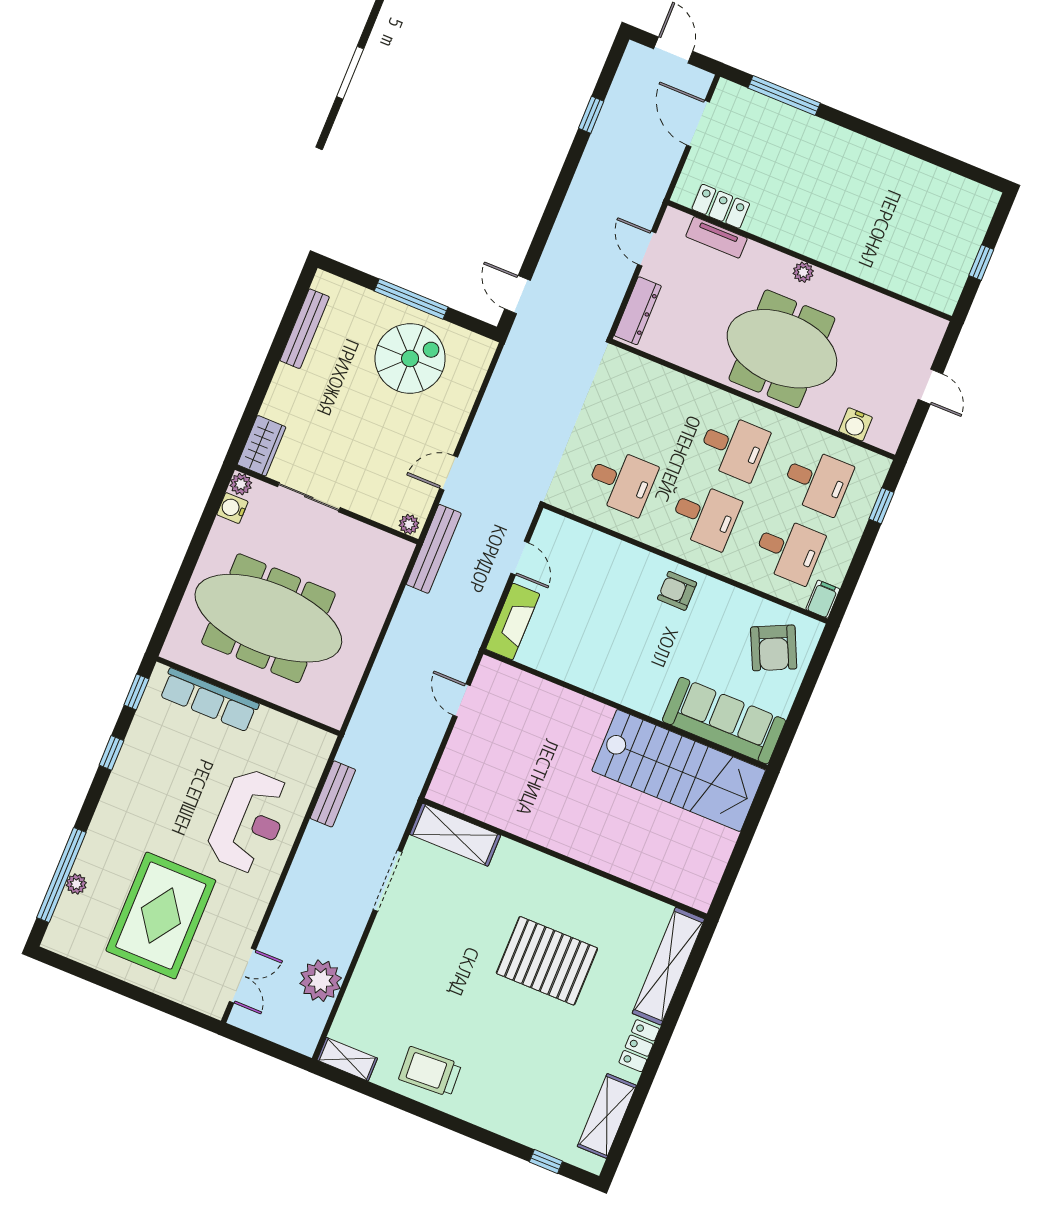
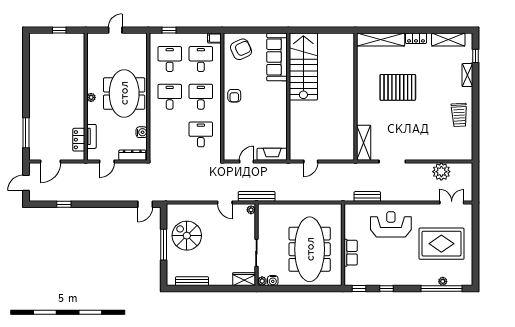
water cooler: (855, 424) -> (142, 132), moved
row of seats: (209, 700) -> (351, 253), width x0.68
pallet: (547, 961) -> (398, 87), turned 90
shelving: (347, 1059) -> (467, 75), moved

